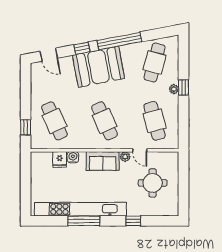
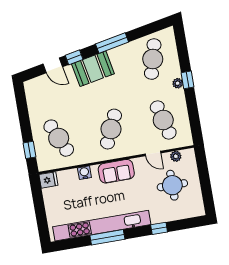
window: (119, 41) -> (112, 43), width x0.68
door: (49, 55) -> (53, 65), moved
booth: (98, 67) -> (93, 69), width x0.73, depth x0.70
cafe table: (105, 121) -> (111, 129), turned 48
plant: (125, 157) -> (176, 156), moved
fridge: (60, 159) -> (48, 180), moved, turned -90

